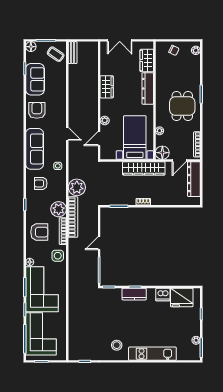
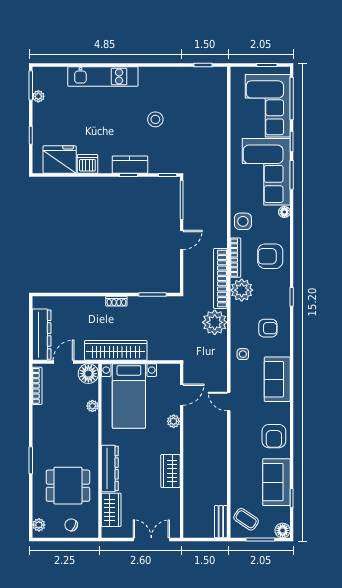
dining table: (182, 106) -> (68, 486), moved, turned 90
sofa: (35, 149) -> (277, 379), width x0.73
stool: (117, 345) -> (155, 119), moved

